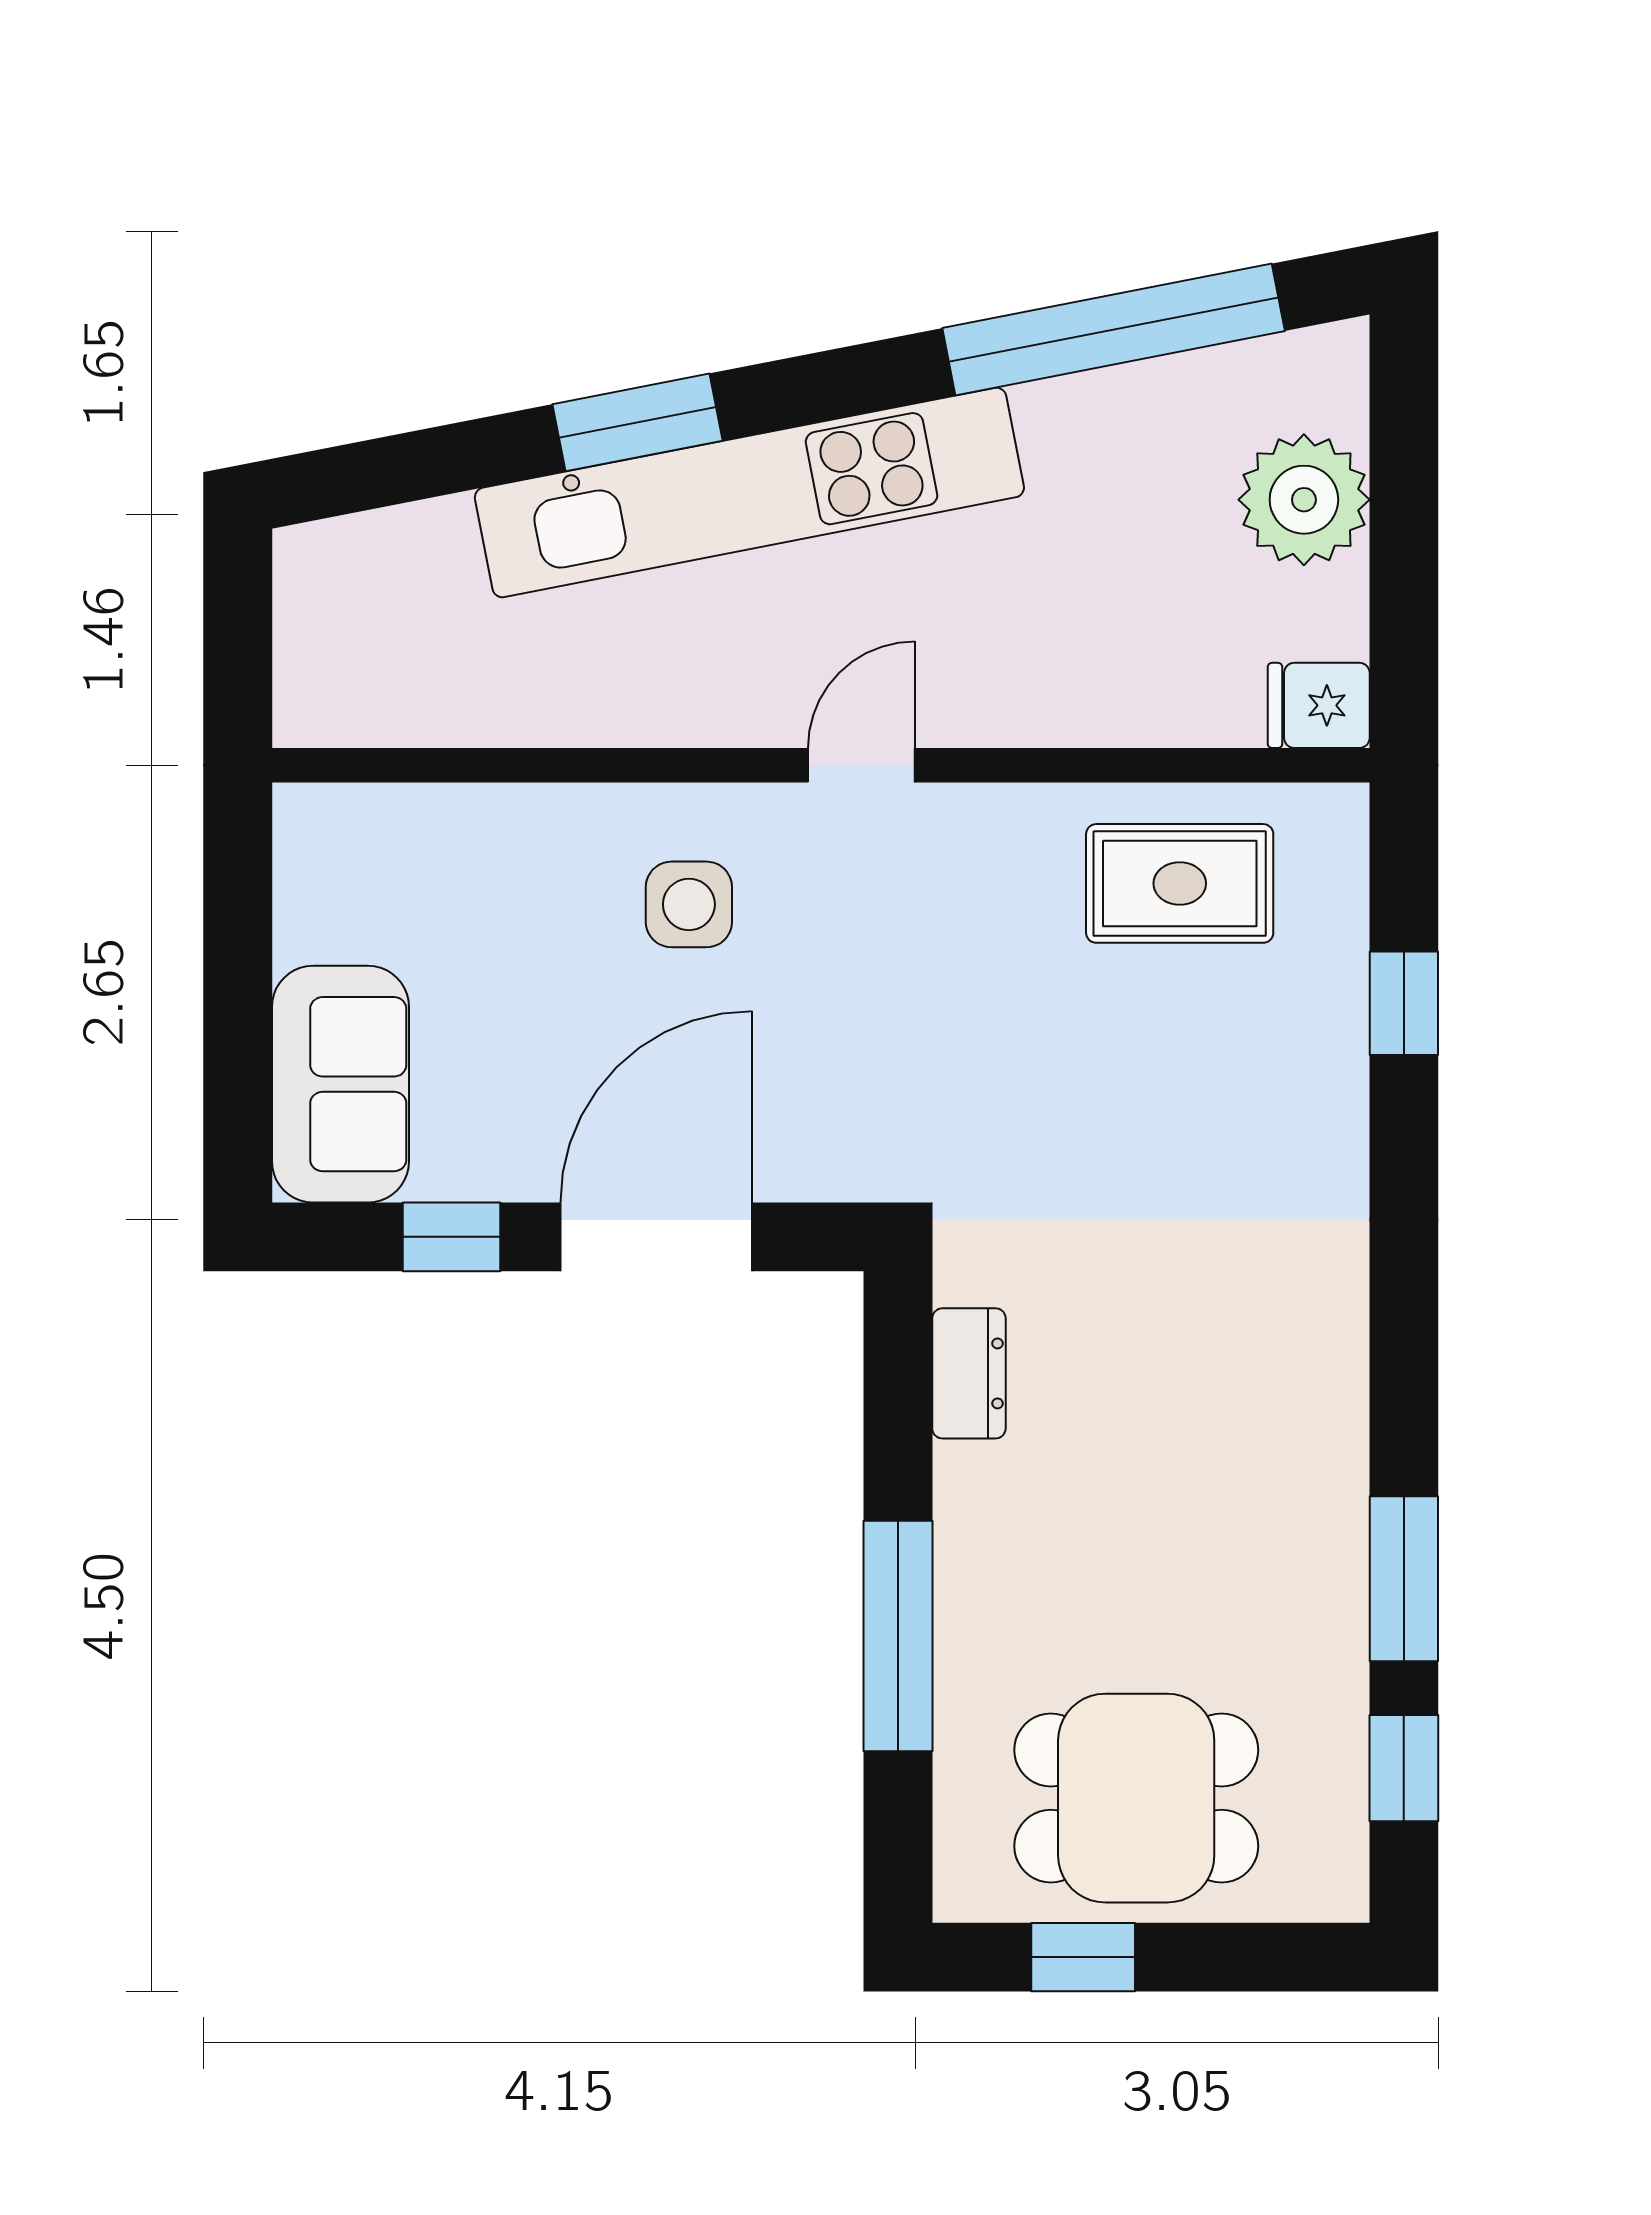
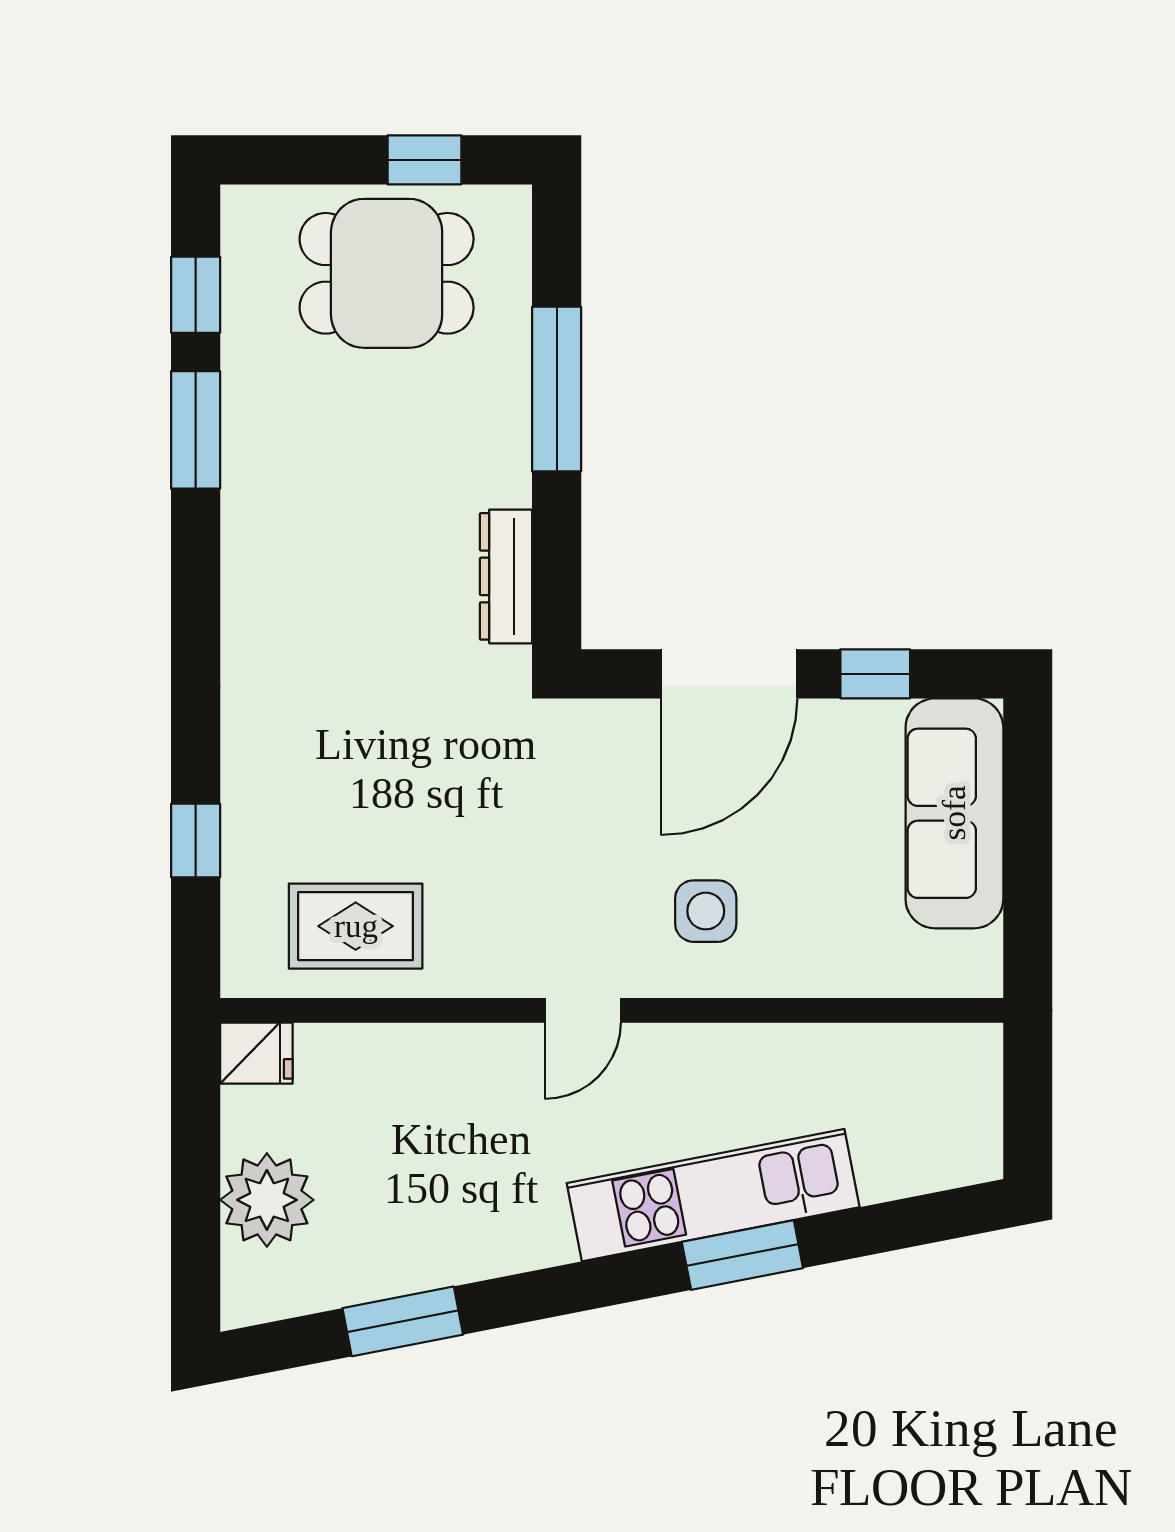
window: (1114, 329) -> (403, 1321), width x0.47
kitchen unit: (749, 492) -> (713, 1195), width x0.73
sofa: (340, 1084) -> (954, 813), width x1.36
dresser: (969, 1373) -> (506, 576), width x1.44

